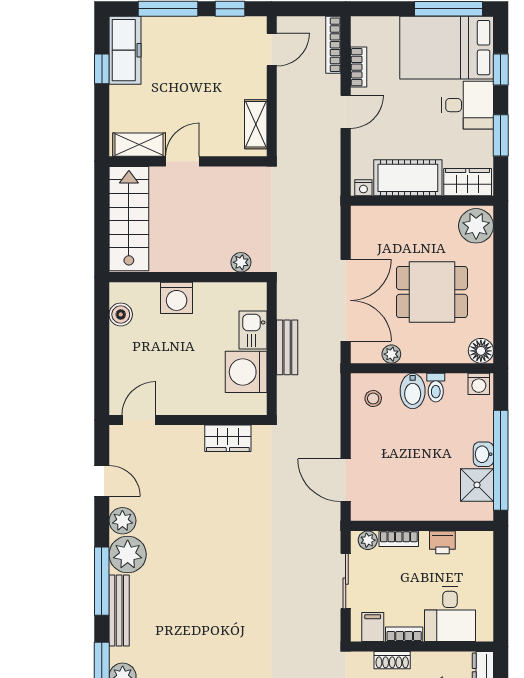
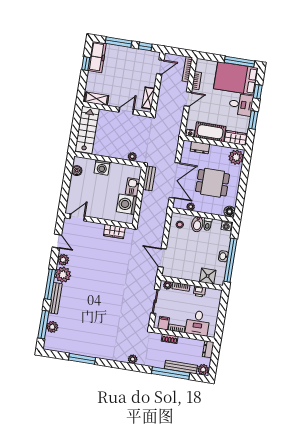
door: (182, 161) -> (126, 111), moved
dresser: (391, 217) -> (200, 148), added
bench: (287, 347) -> (149, 178), moved
shower: (477, 485) -> (208, 276), moved

